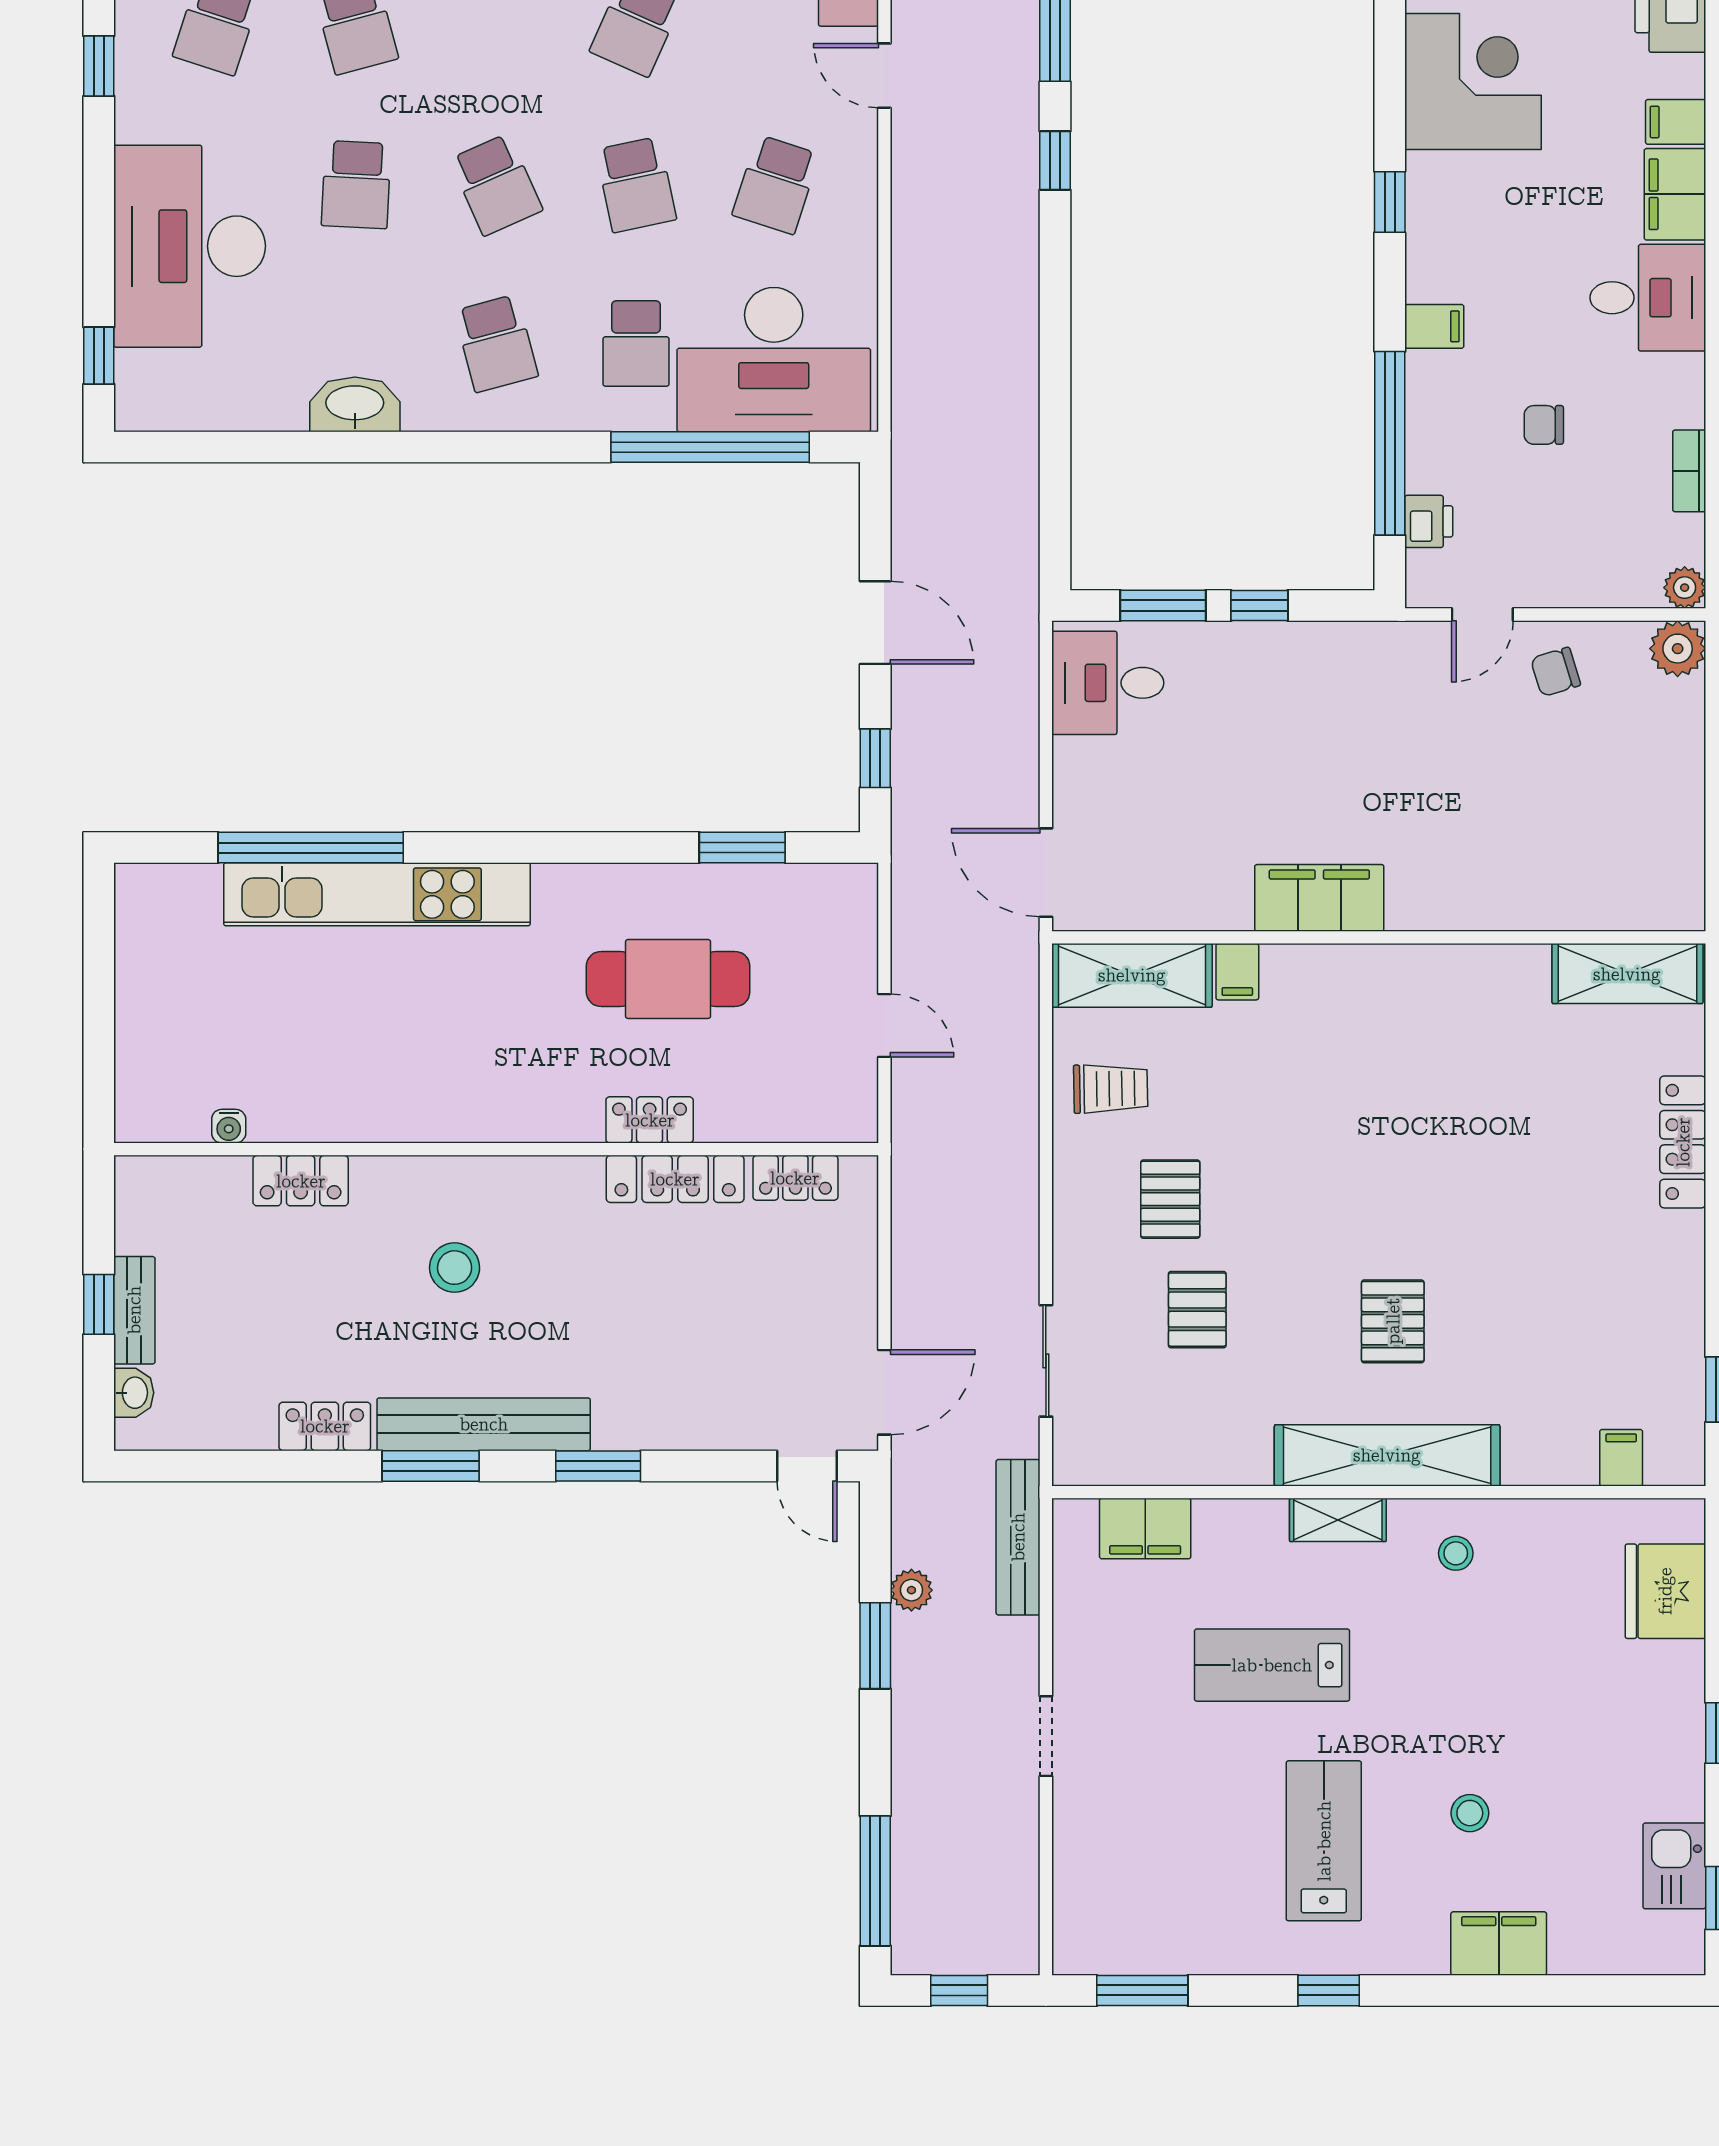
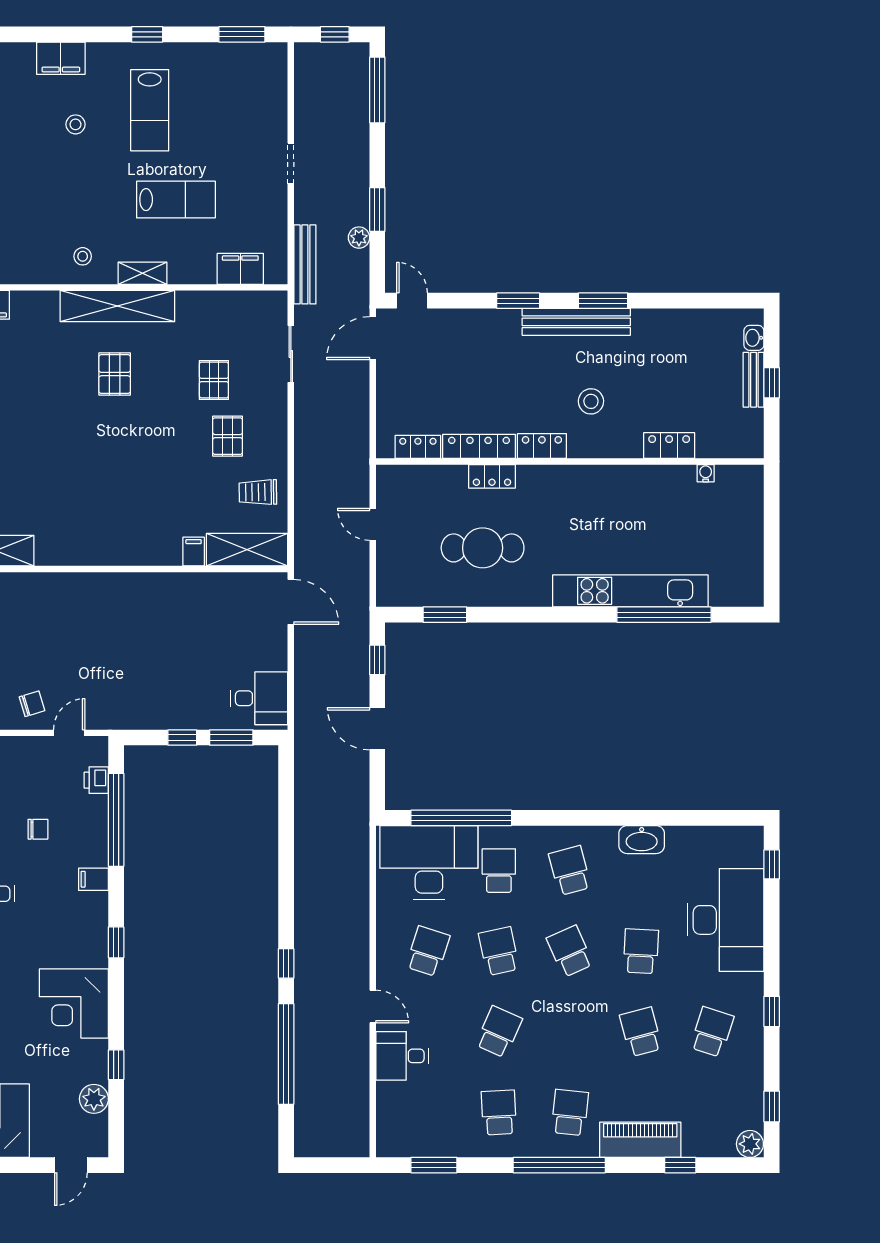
filing cabinet: (1319, 898) -> (152, 589), removed
locker: (325, 1426) -> (542, 446), moved, turned 180

